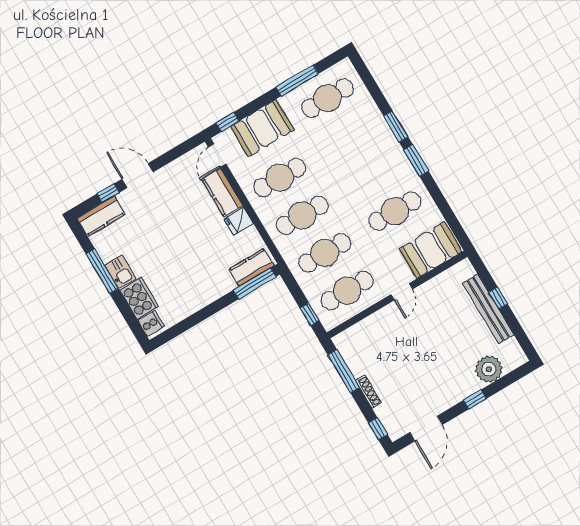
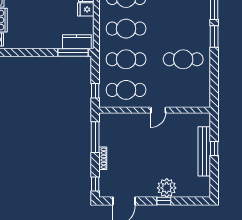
booth: (431, 250) -> (191, 95), removed
plant: (489, 369) -> (167, 188), moved

